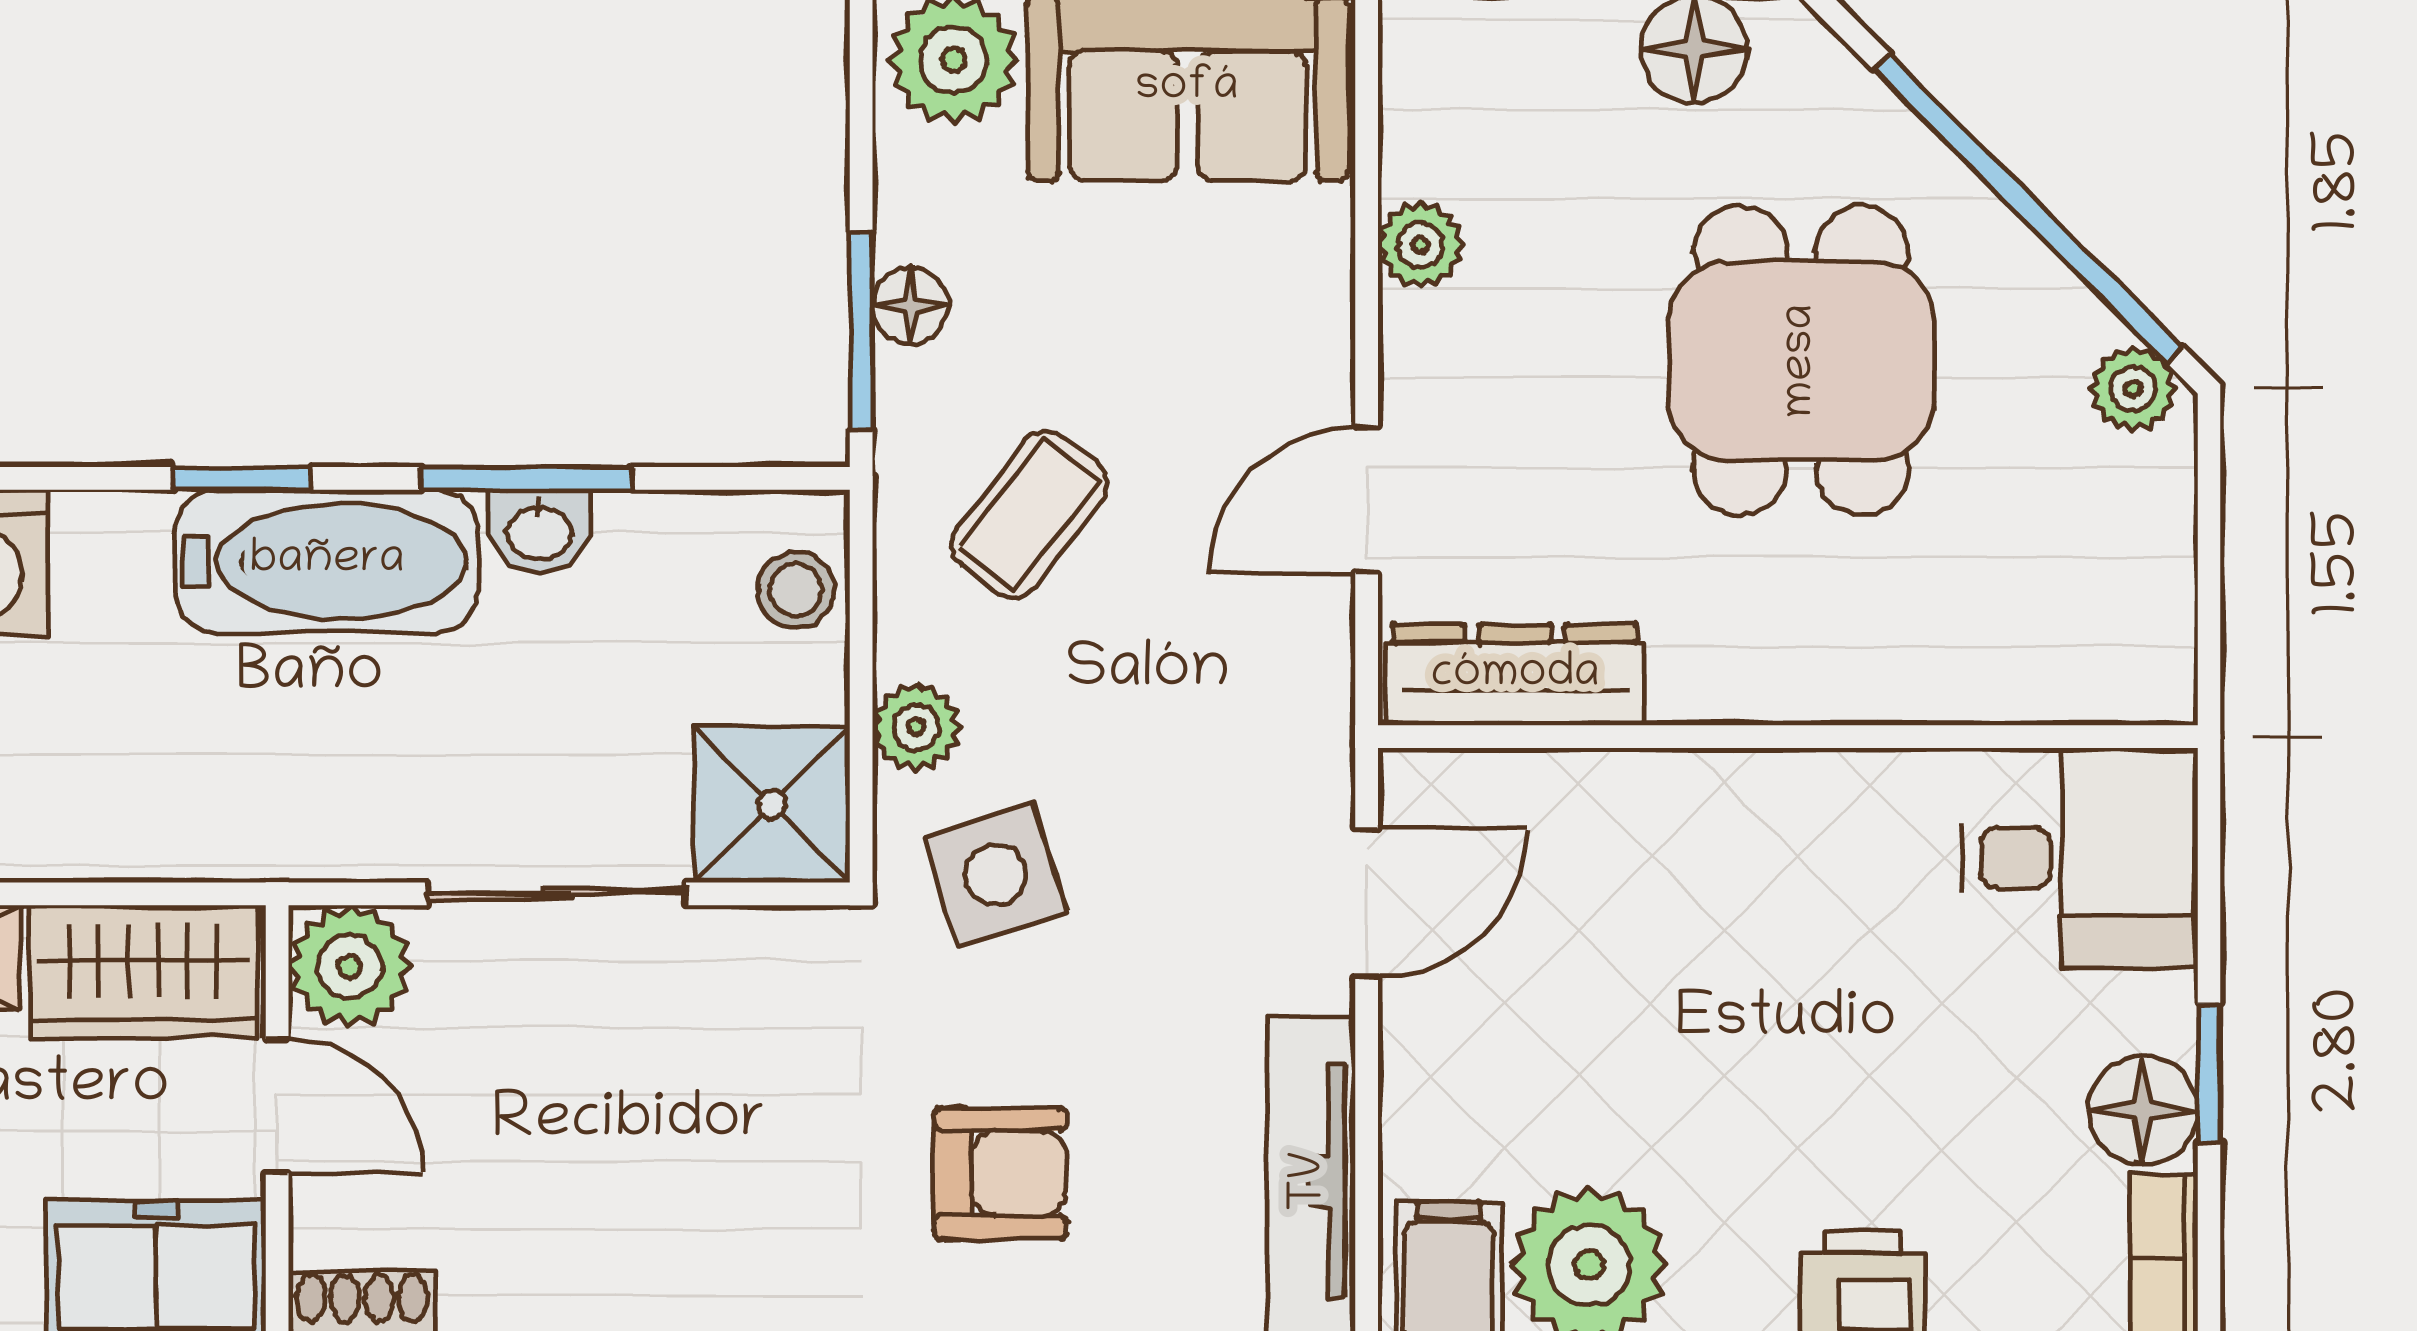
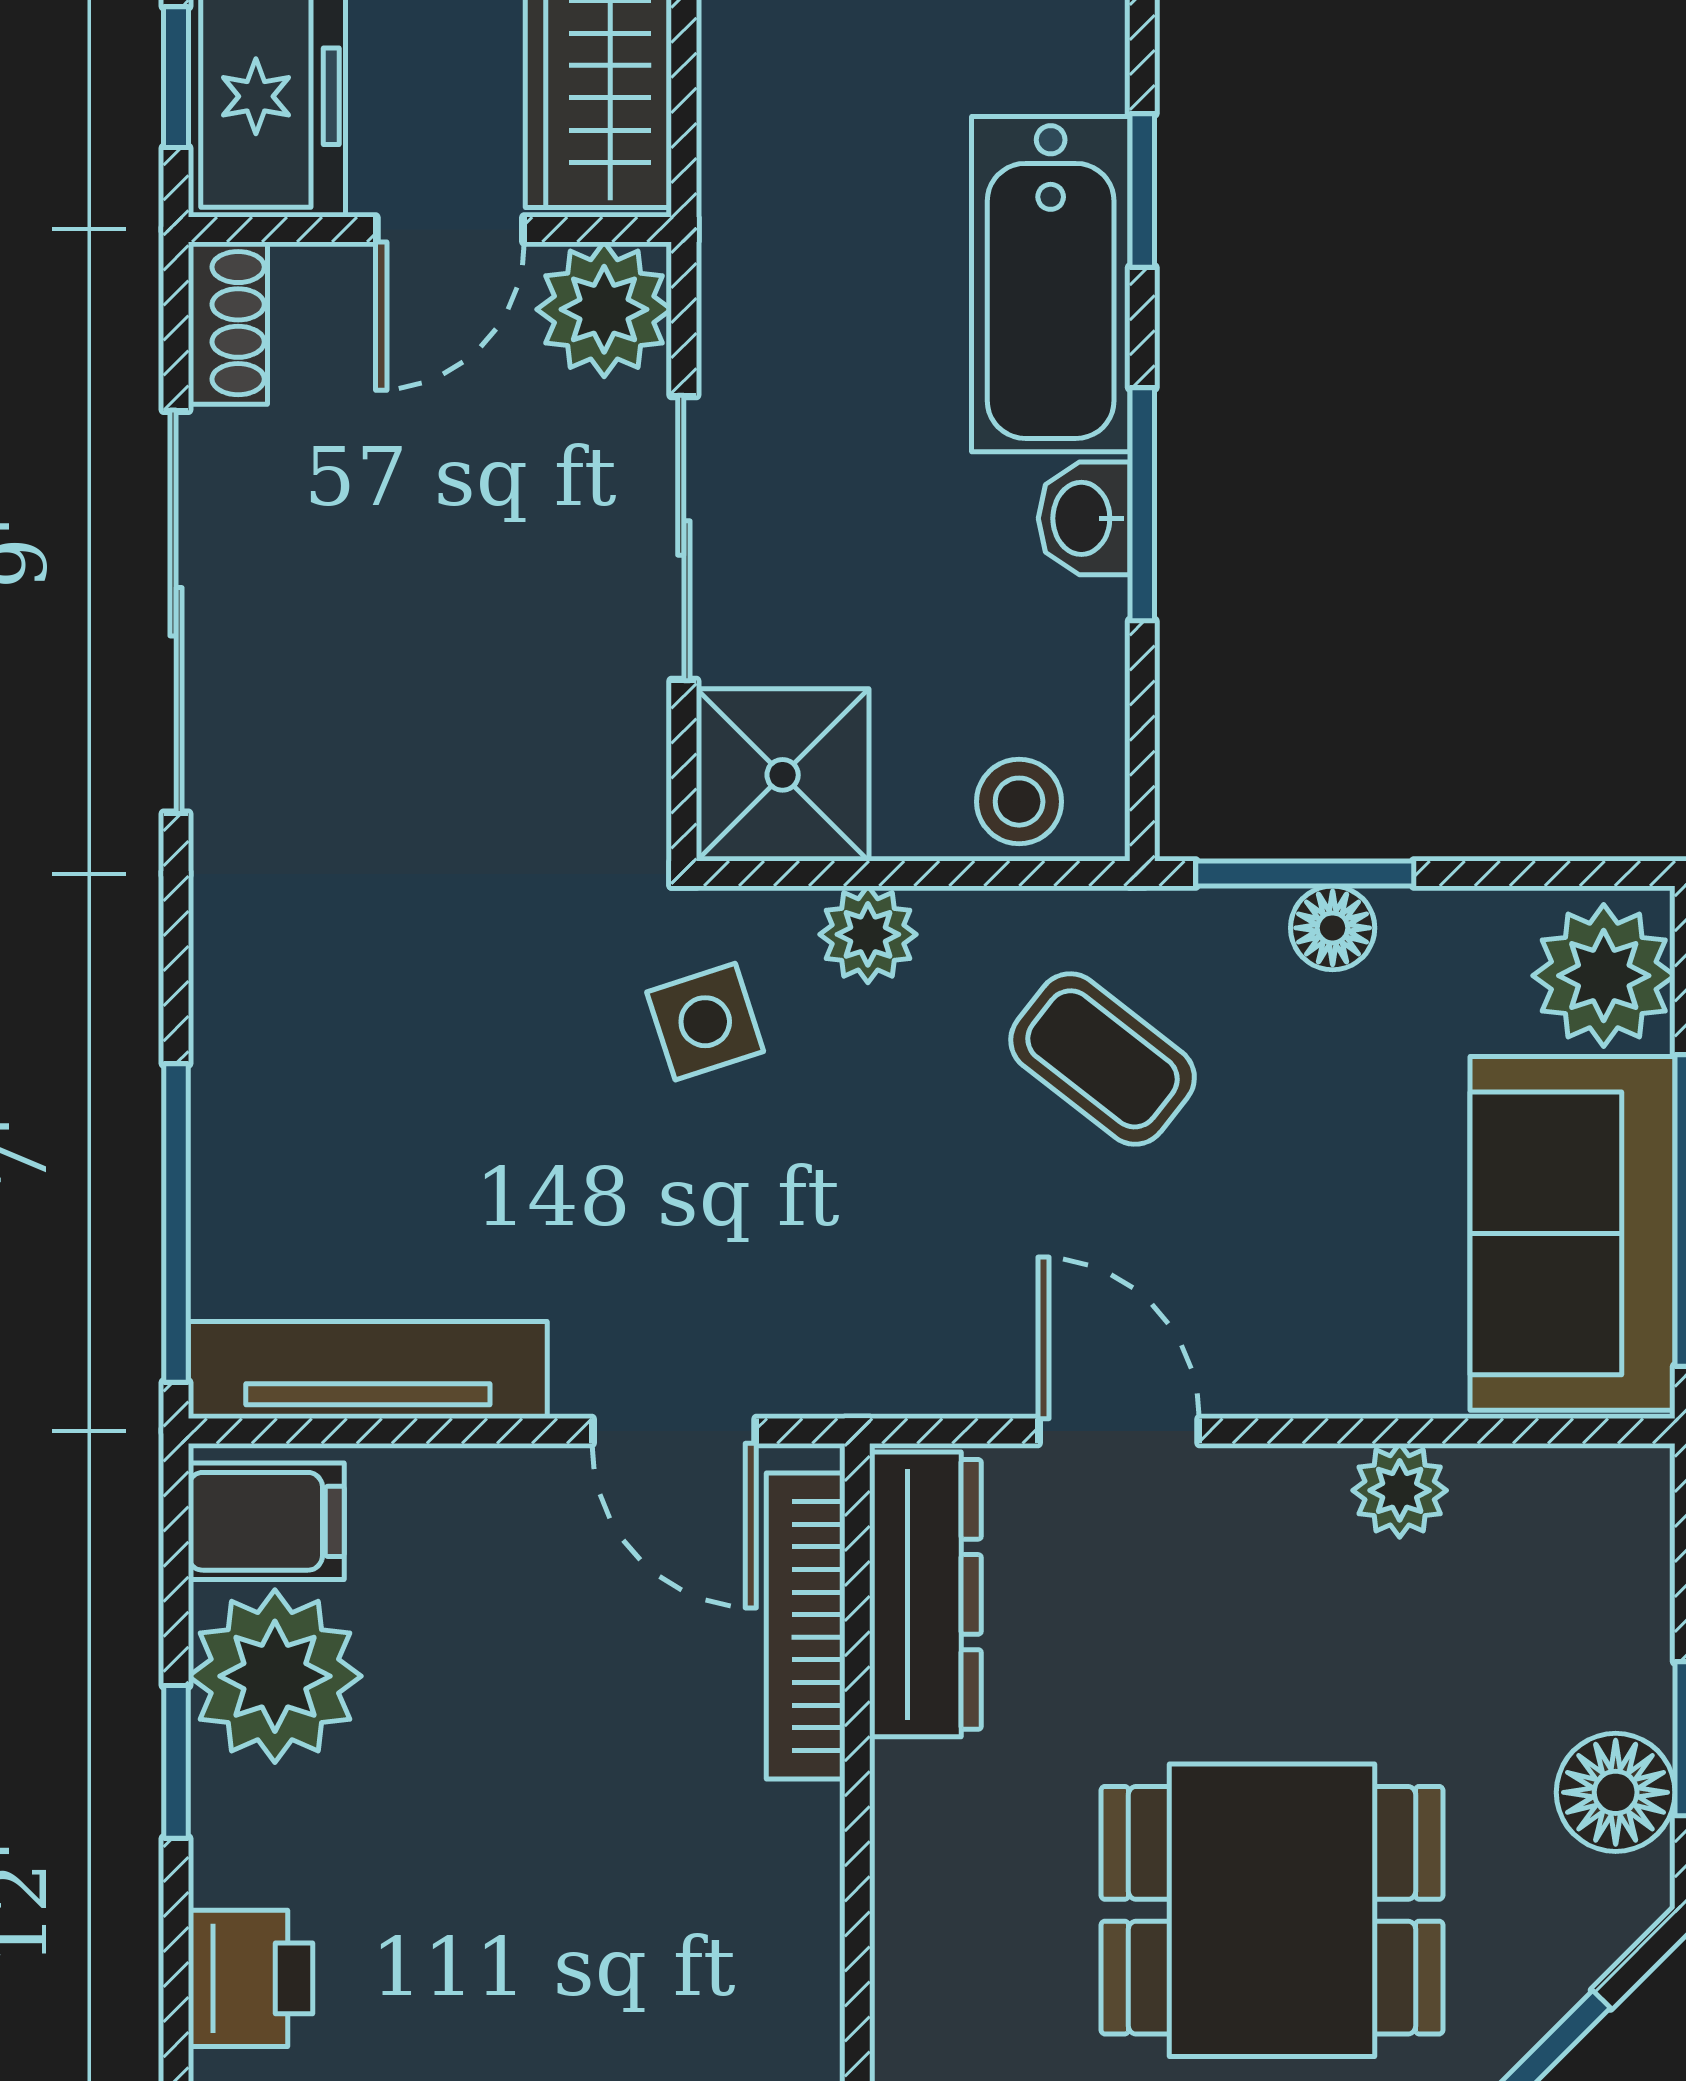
bookcase: (1544, 783) -> (806, 1626), added
side table: (996, 875) -> (705, 1022), width x0.73, depth x0.73
armchair: (1000, 1173) -> (376, 1027), removed

